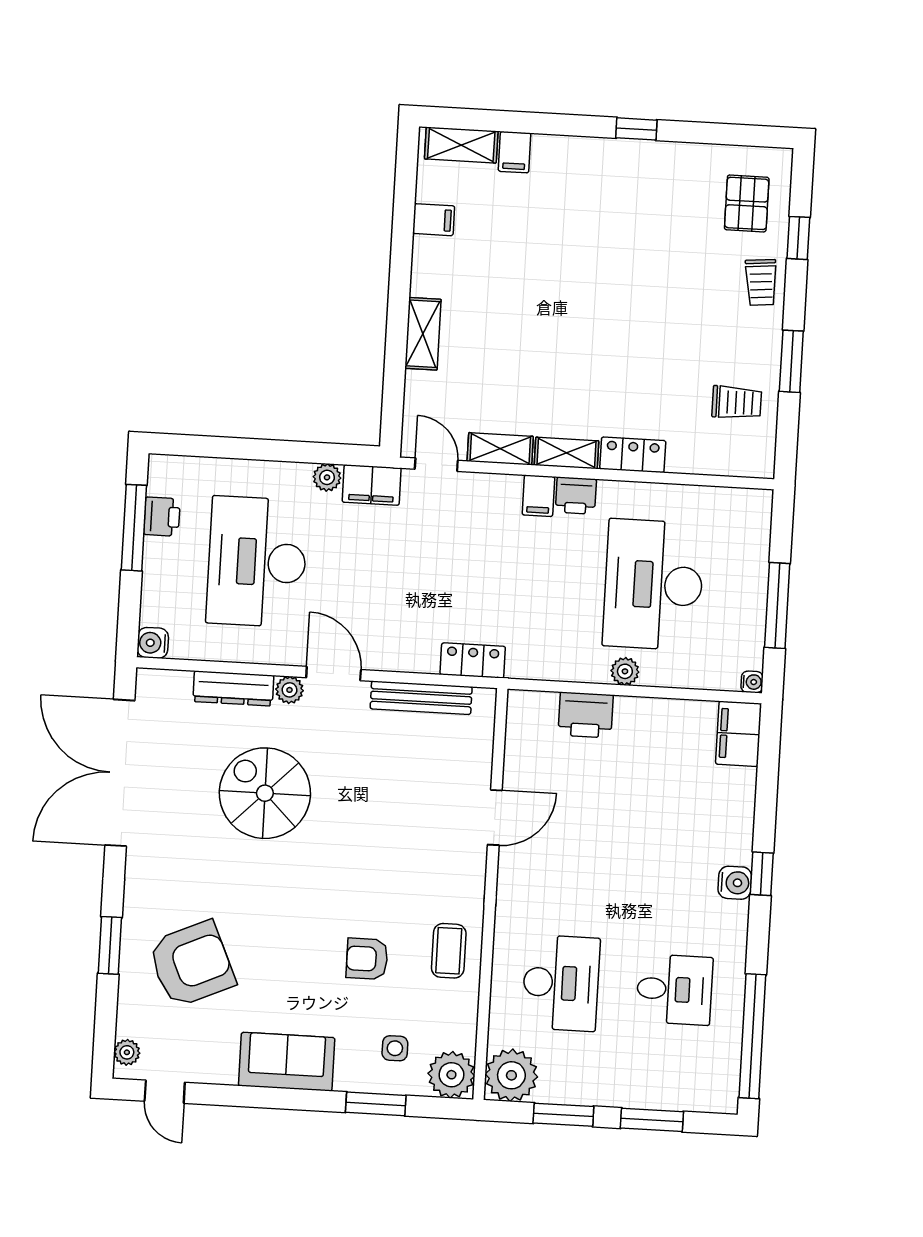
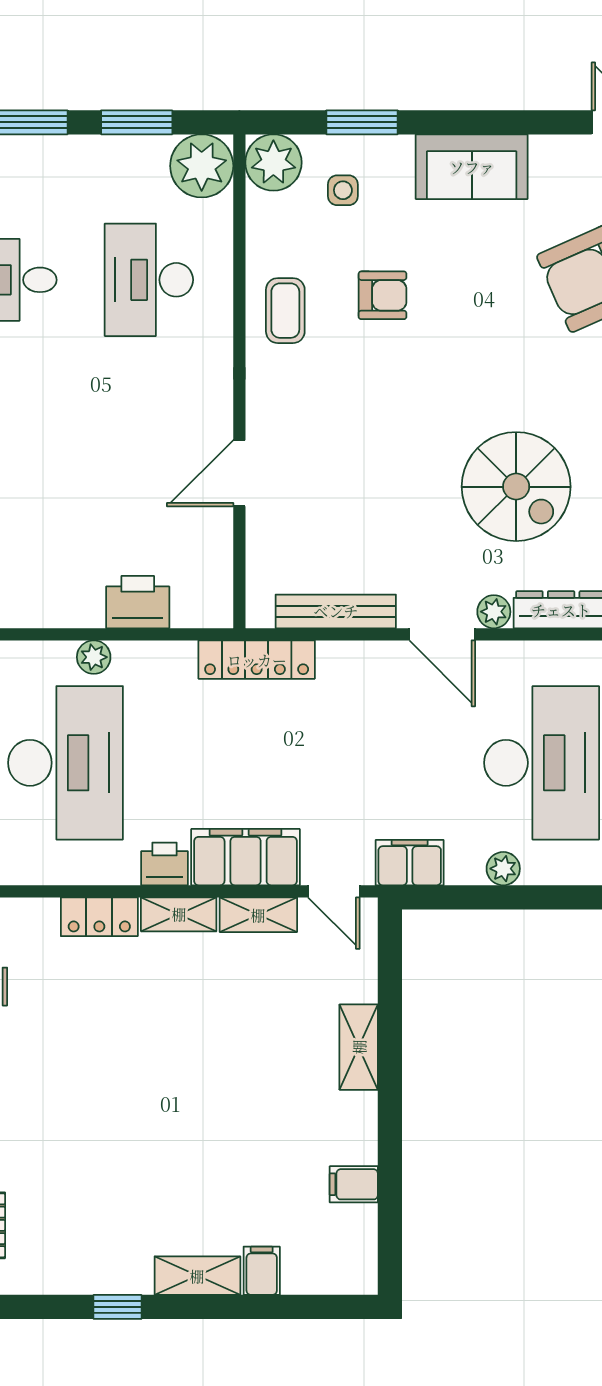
shelving: (461, 145) -> (197, 1276), moved
plant: (327, 477) -> (503, 869), moved
filing cabinet: (538, 496) -> (246, 857), width x3.00, depth x1.17
locker: (473, 660) -> (257, 660), width x1.53

